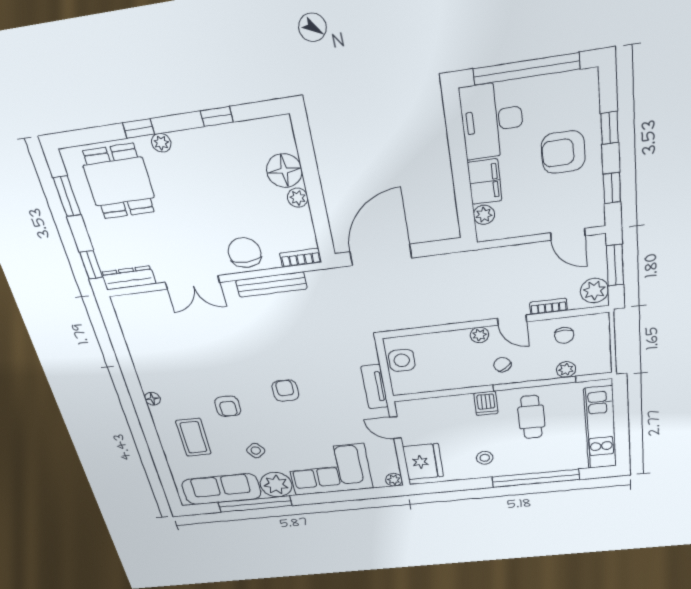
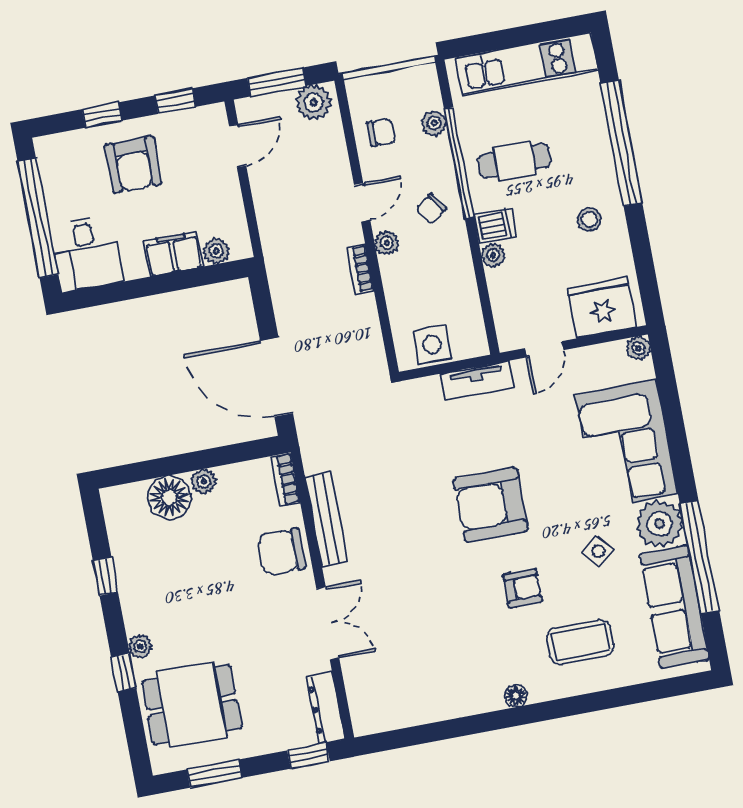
desk: (492, 120) -> (86, 254), width x0.73
bookcase: (548, 306) -> (360, 269), moved
armchair: (285, 391) -> (491, 505), width x1.88, depth x1.88
plant: (464, 401) -> (493, 255), added

